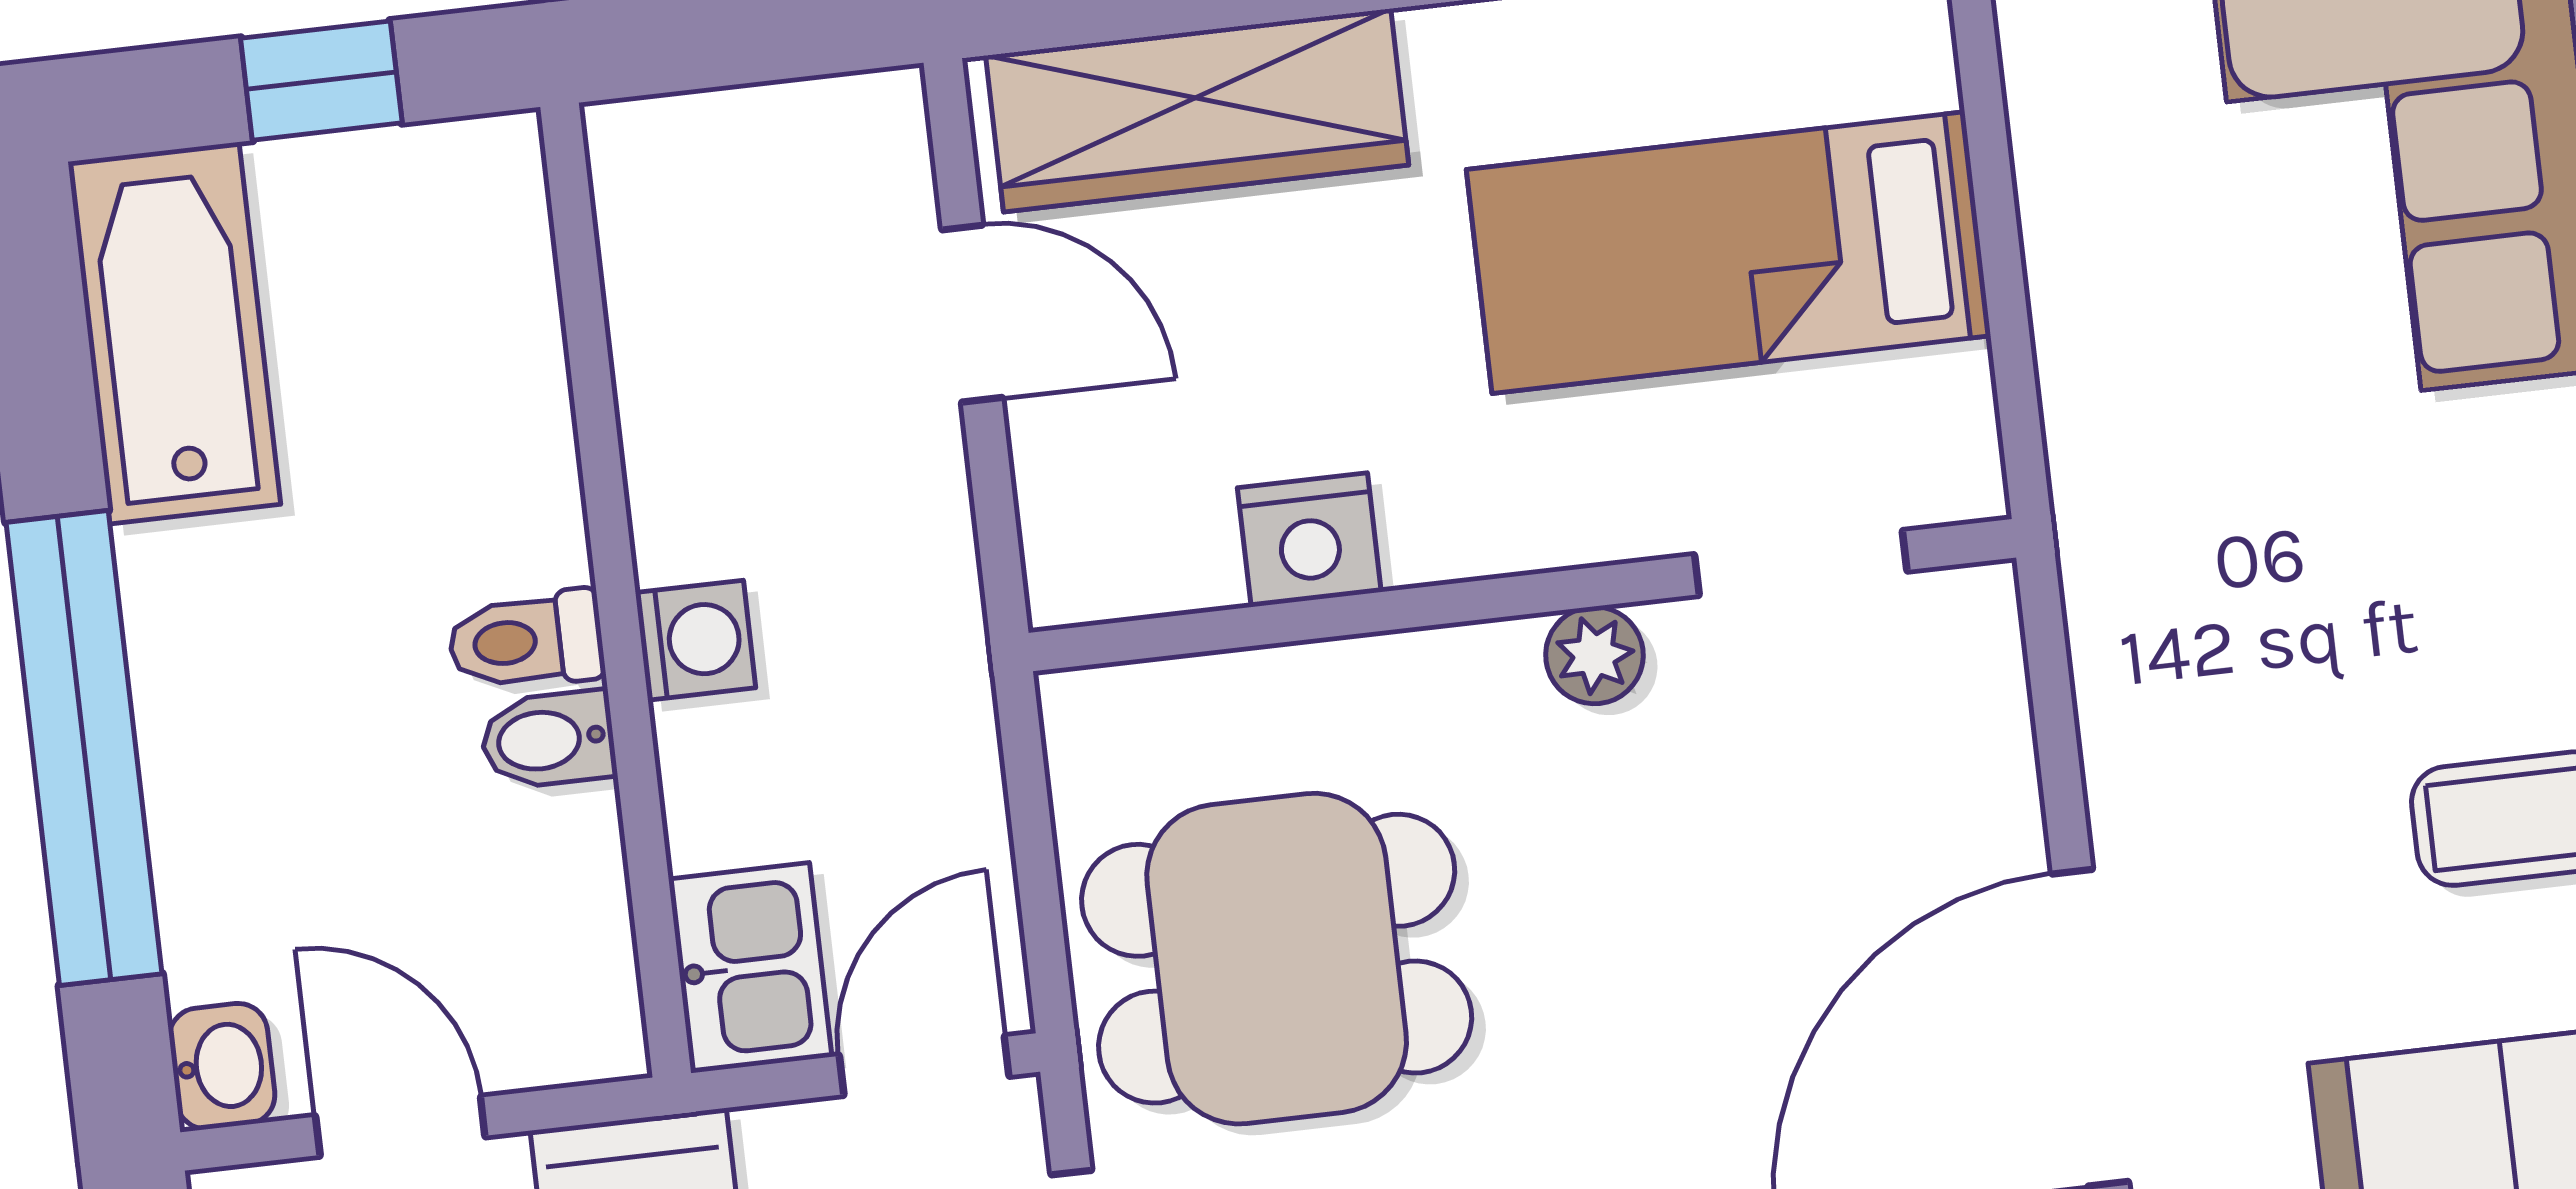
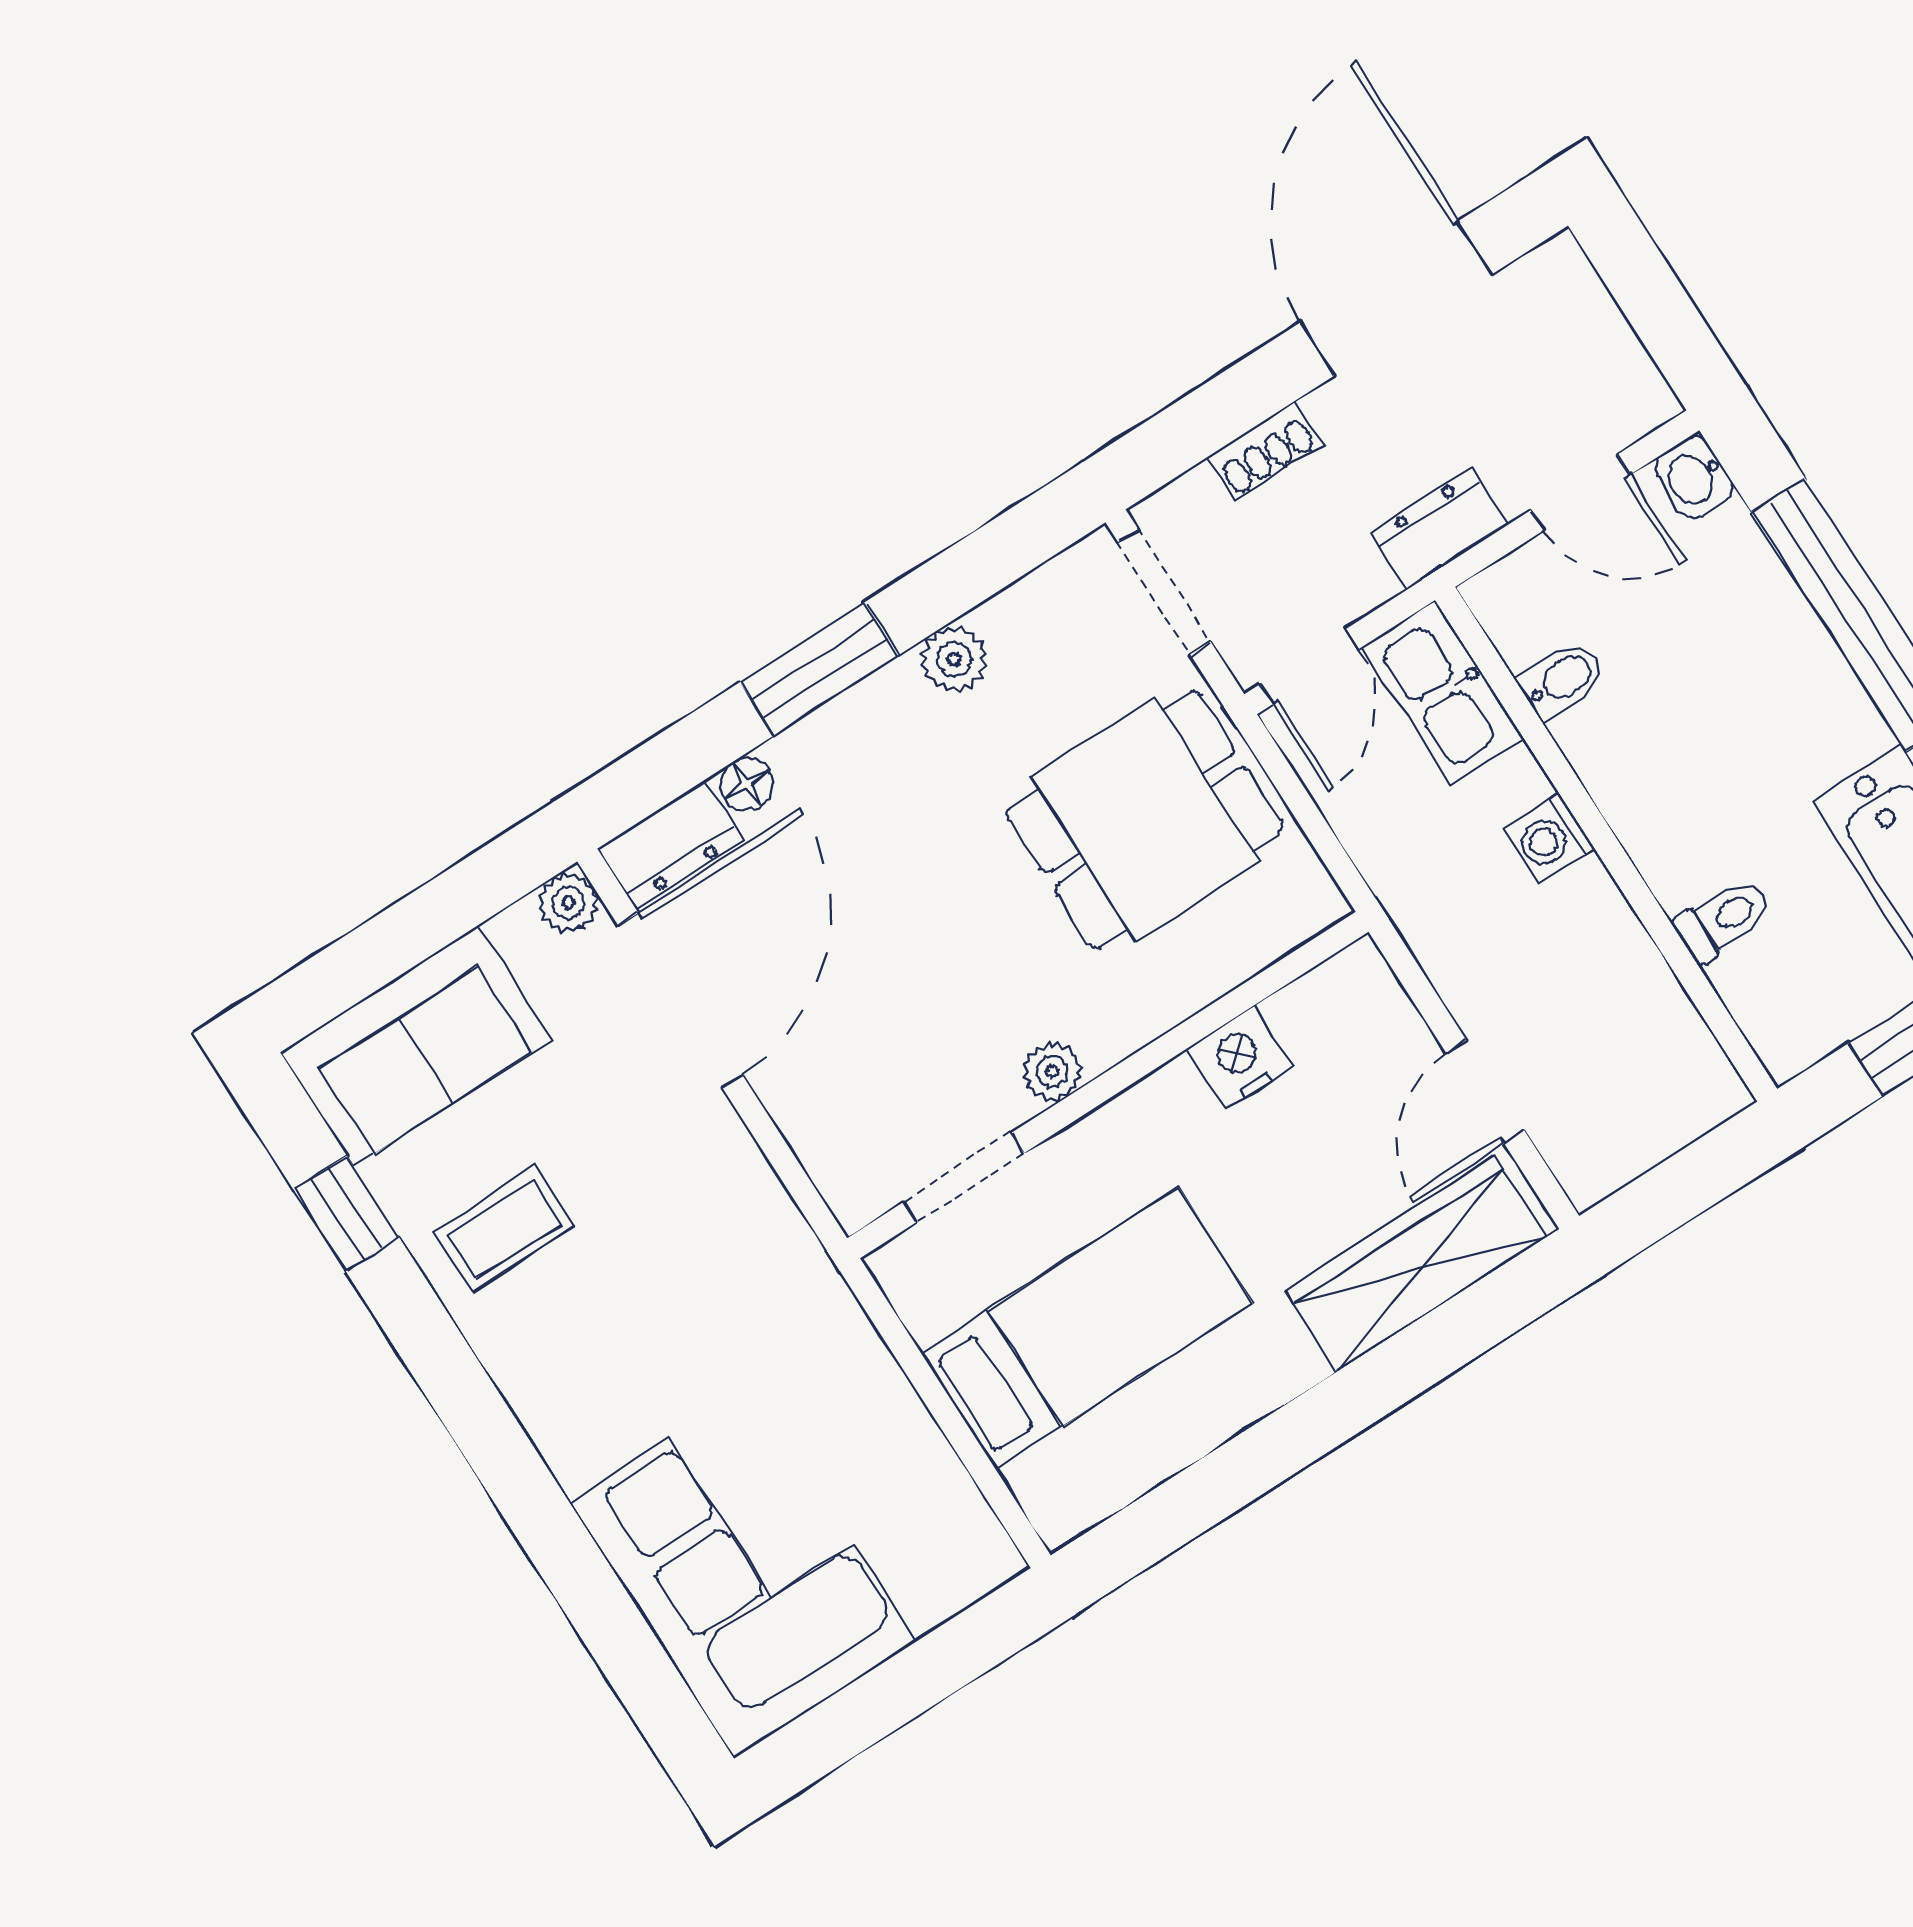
door: (972, 314) -> (1485, 1092), hinge flipped
toilet: (526, 641) -> (1723, 920), moved
bidet: (548, 740) -> (1562, 680), moved
kitchen sink: (750, 968) -> (1443, 692), width x1.38

